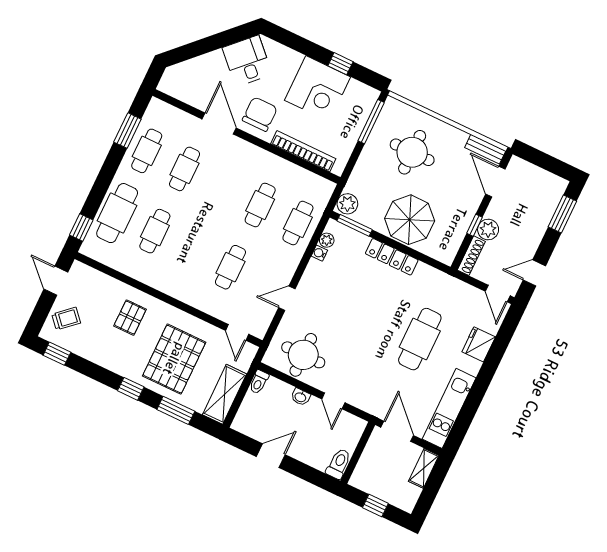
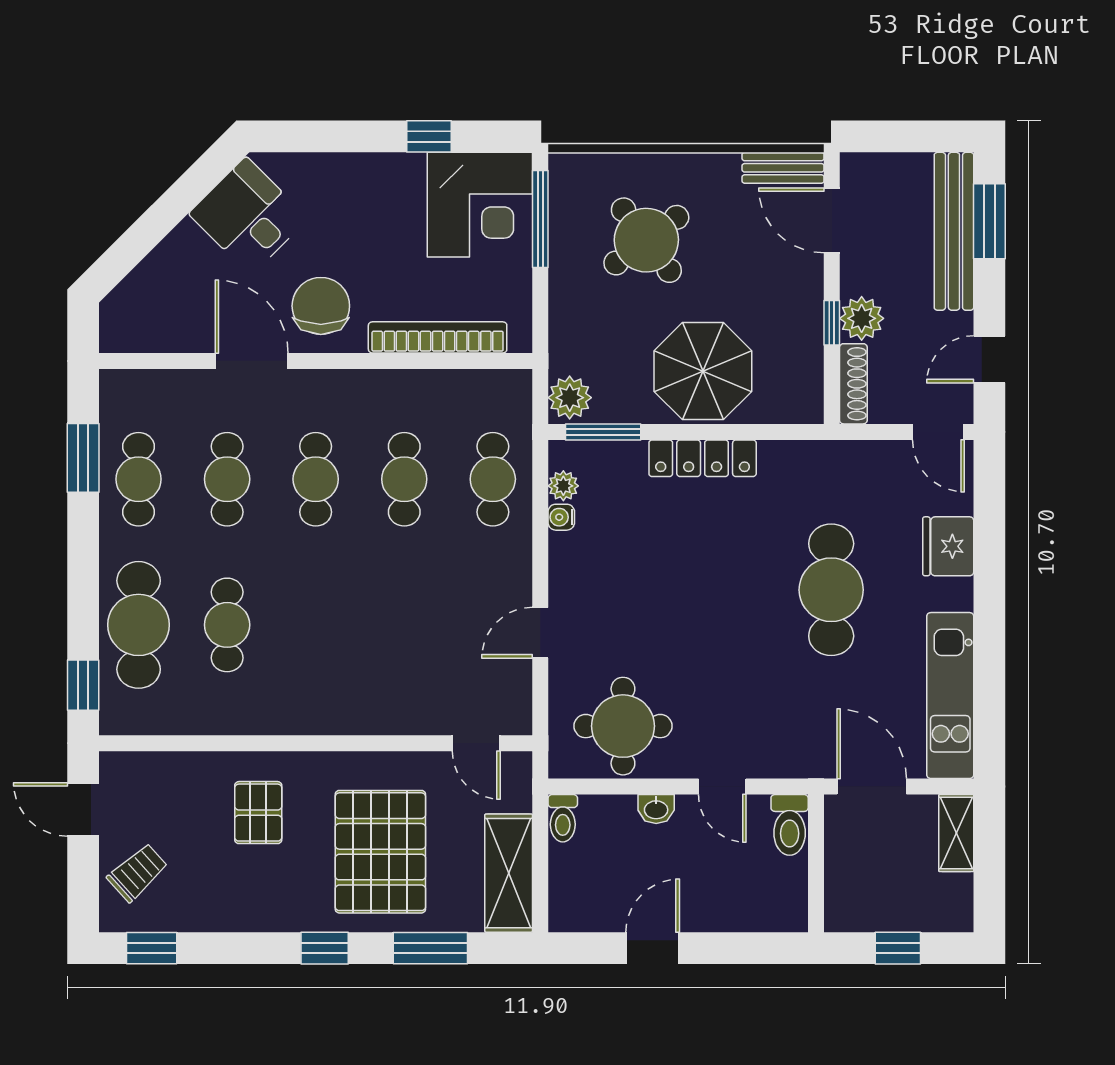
corner desk: (318, 89) -> (480, 205), moved
round table: (412, 152) -> (646, 240), turned -37
bench: (545, 211) -> (954, 231), added
cafe table: (230, 267) -> (316, 479), moved
toilet: (339, 464) -> (790, 825), moved, turned 180

